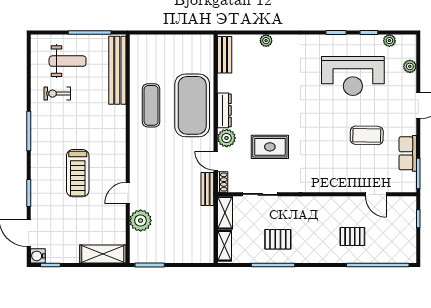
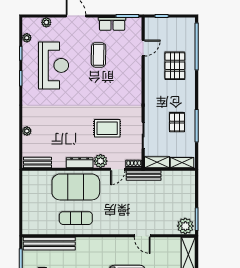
rug: (270, 147) -> (107, 128), turned 90
bench: (207, 189) -> (144, 175), width x1.36
plant: (141, 221) -> (185, 226), moved
pallet: (352, 236) -> (175, 66), width x1.50, depth x1.42

